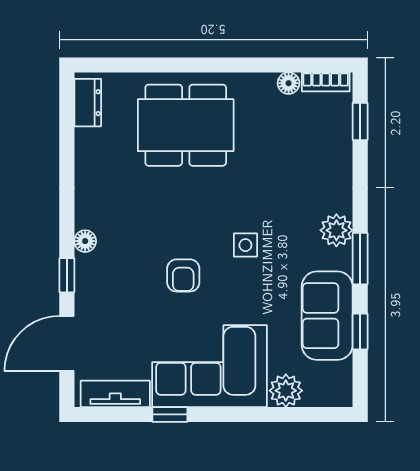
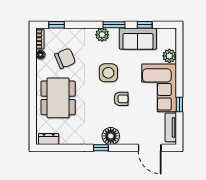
chair: (280, 142) -> (65, 58), added
floor lamp: (85, 241) -> (111, 136), width x1.89, depth x1.89
side table: (245, 245) -> (108, 73), width x1.87, depth x1.87
window: (67, 275) -> (101, 148), moved

